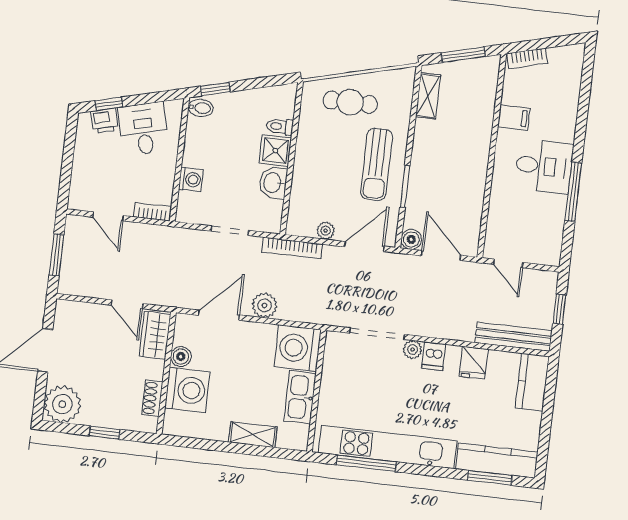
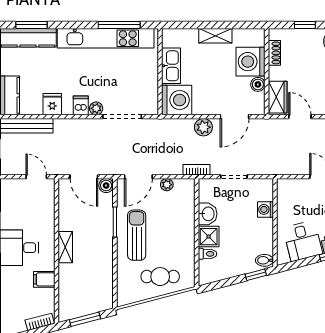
shelving: (428, 96) -> (65, 247), moved
bookcase: (153, 212) -> (290, 184), removed
bookcase: (292, 248) -> (196, 170), width x0.64
shelving: (253, 435) -> (215, 36), moved

